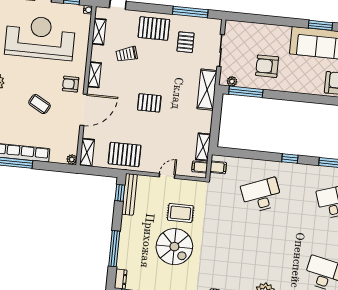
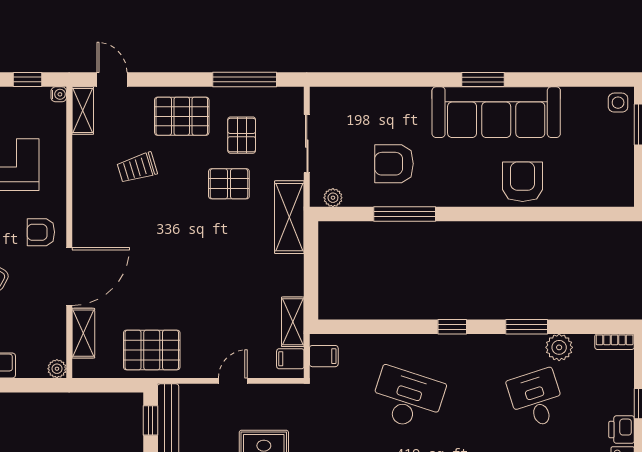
shelving: (99, 32) -> (83, 111), moved
shelving: (94, 75) -> (82, 211), removed
window: (246, 92) -> (405, 214), moved
pallet: (149, 103) -> (229, 184), moved
shelving: (87, 152) -> (83, 333), moved
desk: (261, 195) -> (407, 399), turned 39

